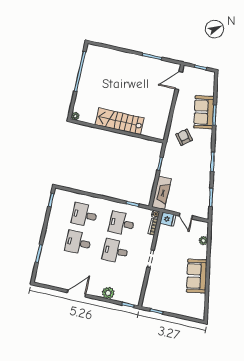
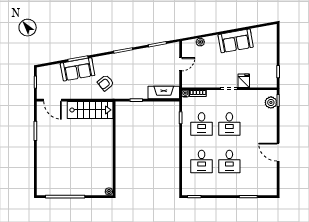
stairs: (120, 121) -> (90, 110), moved, turned -90
fridge: (168, 219) -> (244, 81), moved
plant: (108, 293) -> (271, 102), moved

